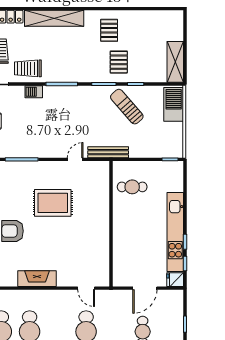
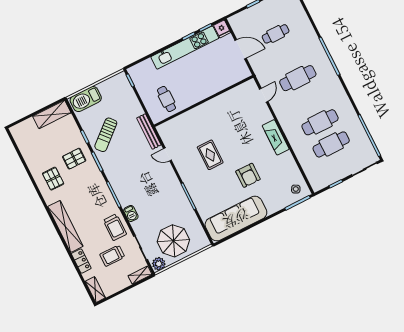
pallet: (109, 30) -> (53, 179), turned 90
rug: (53, 203) -> (210, 155), width x0.73, depth x0.70

